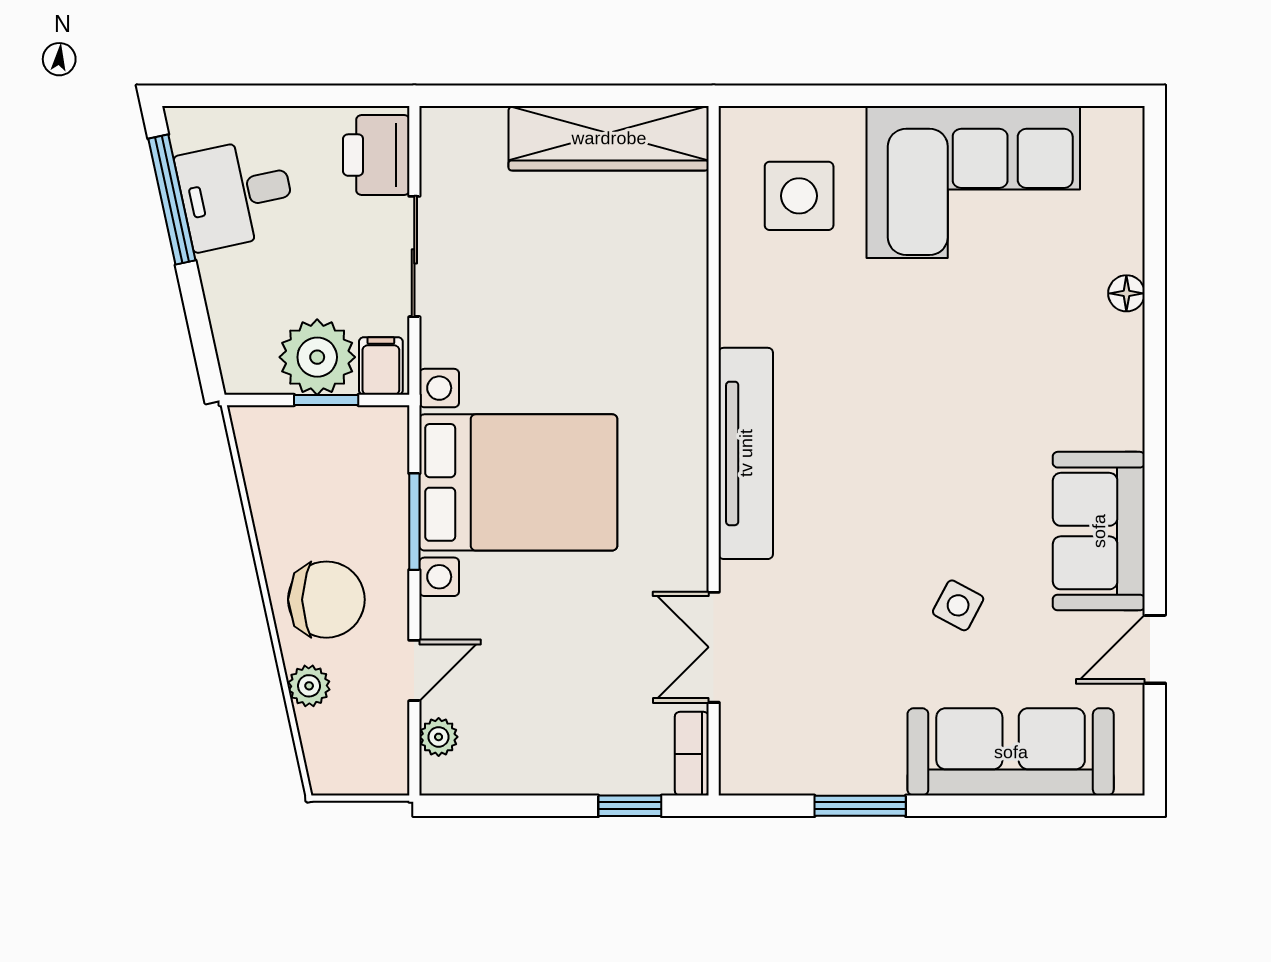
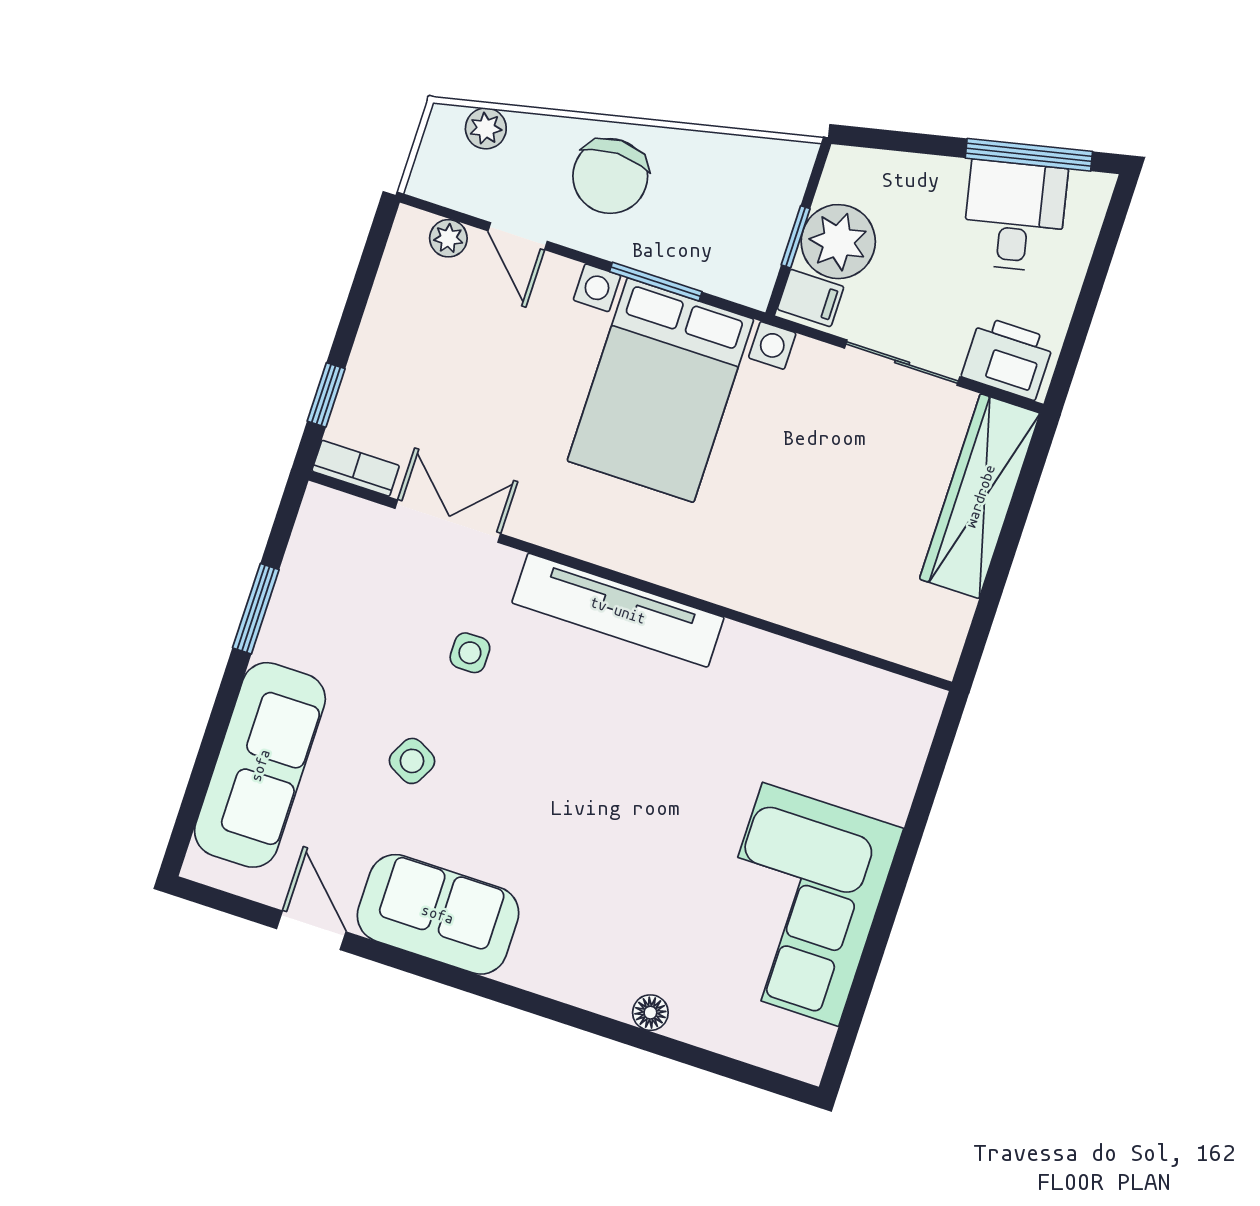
wardrobe: (609, 138) -> (980, 496), moved
side table: (799, 196) -> (470, 653), moved, width x0.54, depth x0.54
plant: (309, 686) -> (486, 128), moved

